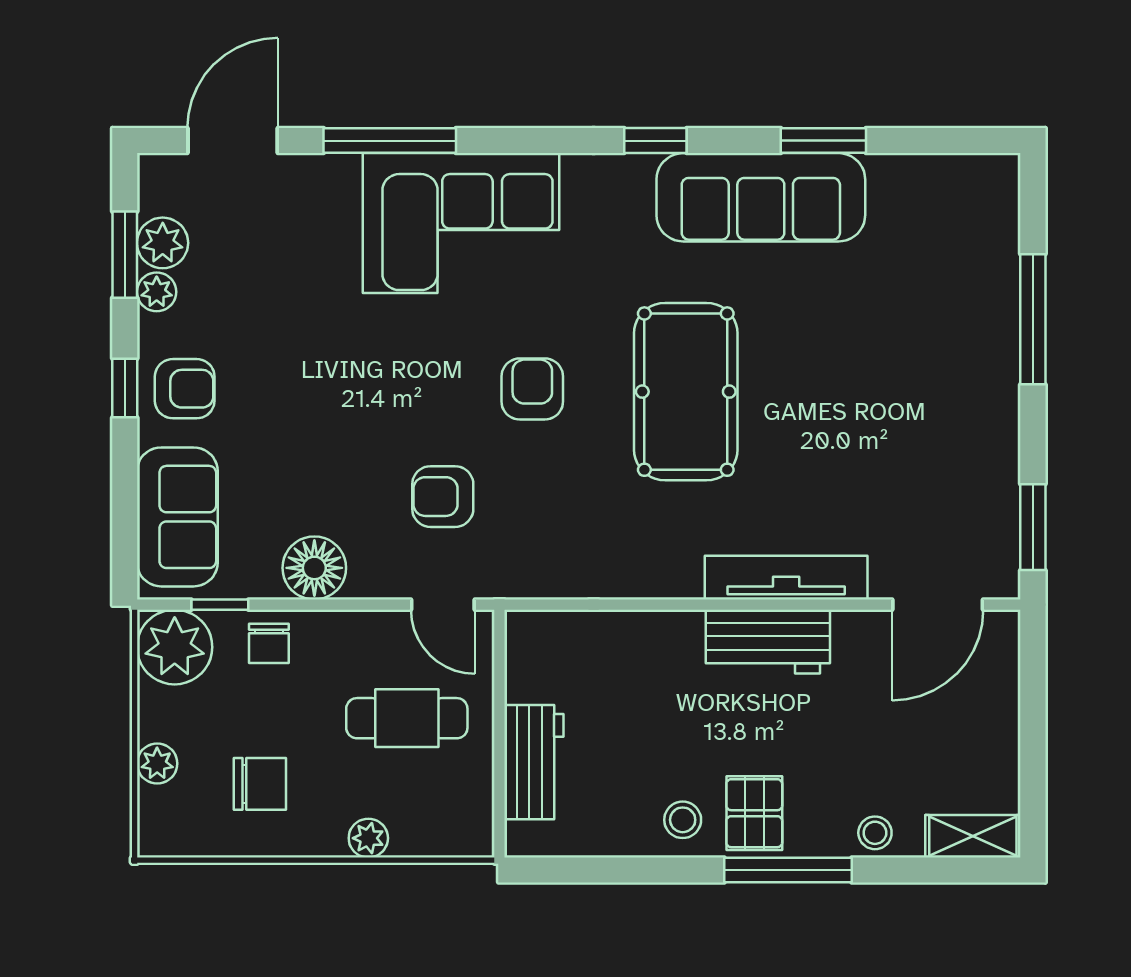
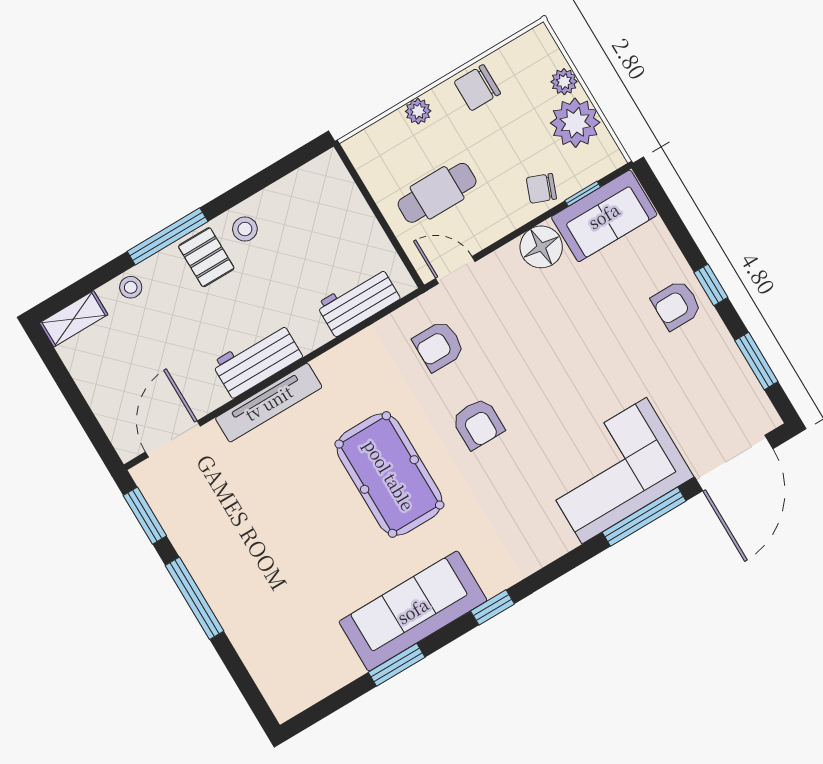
door: (233, 141) -> (734, 463), width x1.36
corner sofa: (461, 223) -> (614, 471), moved
plant: (163, 243) -> (739, 381), removed
plant: (157, 292) -> (725, 351), removed
window: (1033, 319) -> (194, 598), moved
armchair: (443, 497) -> (439, 346), moved, turned 180
sofa: (177, 517) -> (604, 216), moved, turned -90
chair: (269, 643) -> (541, 188), turned -69
plant: (175, 647) -> (575, 123), moved
workbench: (534, 762) -> (358, 301), moved, turned 90
chair: (260, 784) -> (477, 88), moved

